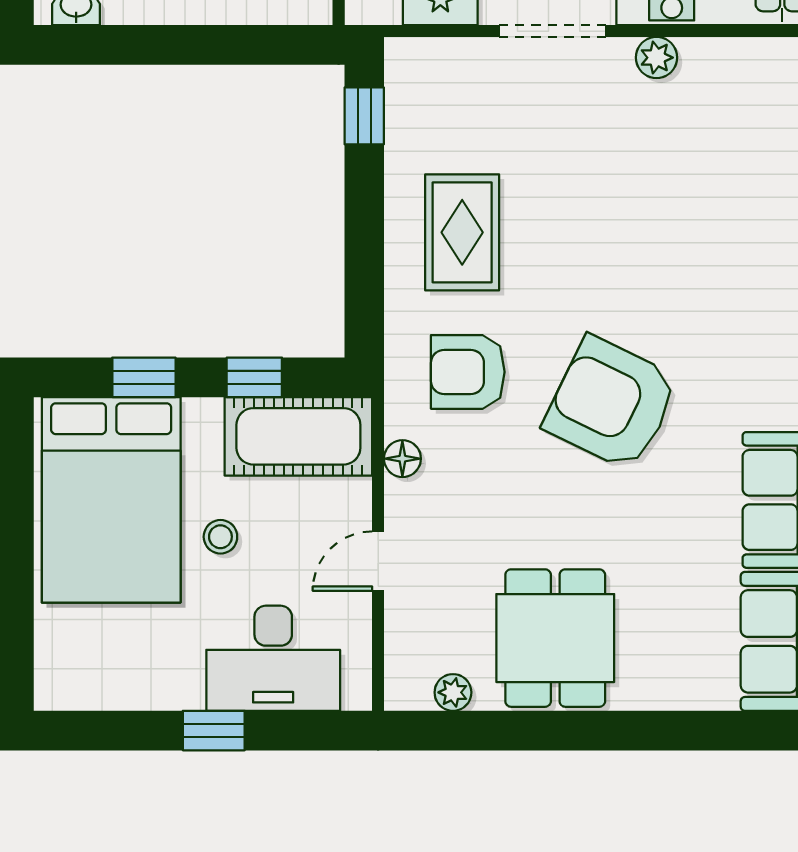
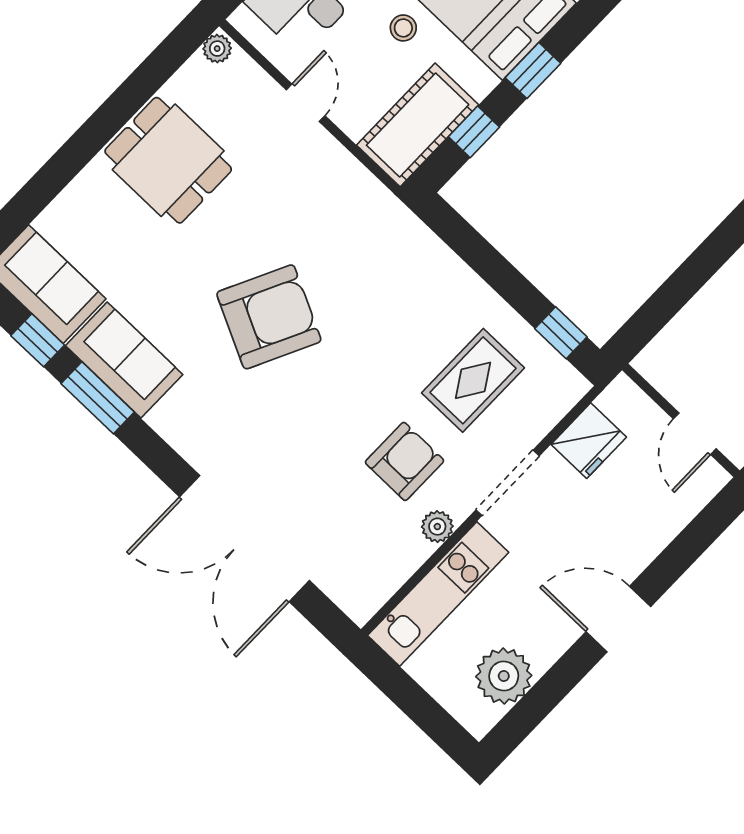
rug: (462, 232) -> (473, 380), moved, turned 90
armchair: (468, 372) -> (404, 461), moved
floor lamp: (402, 459) -> (350, 171), removed
plant: (453, 692) -> (217, 49), moved

